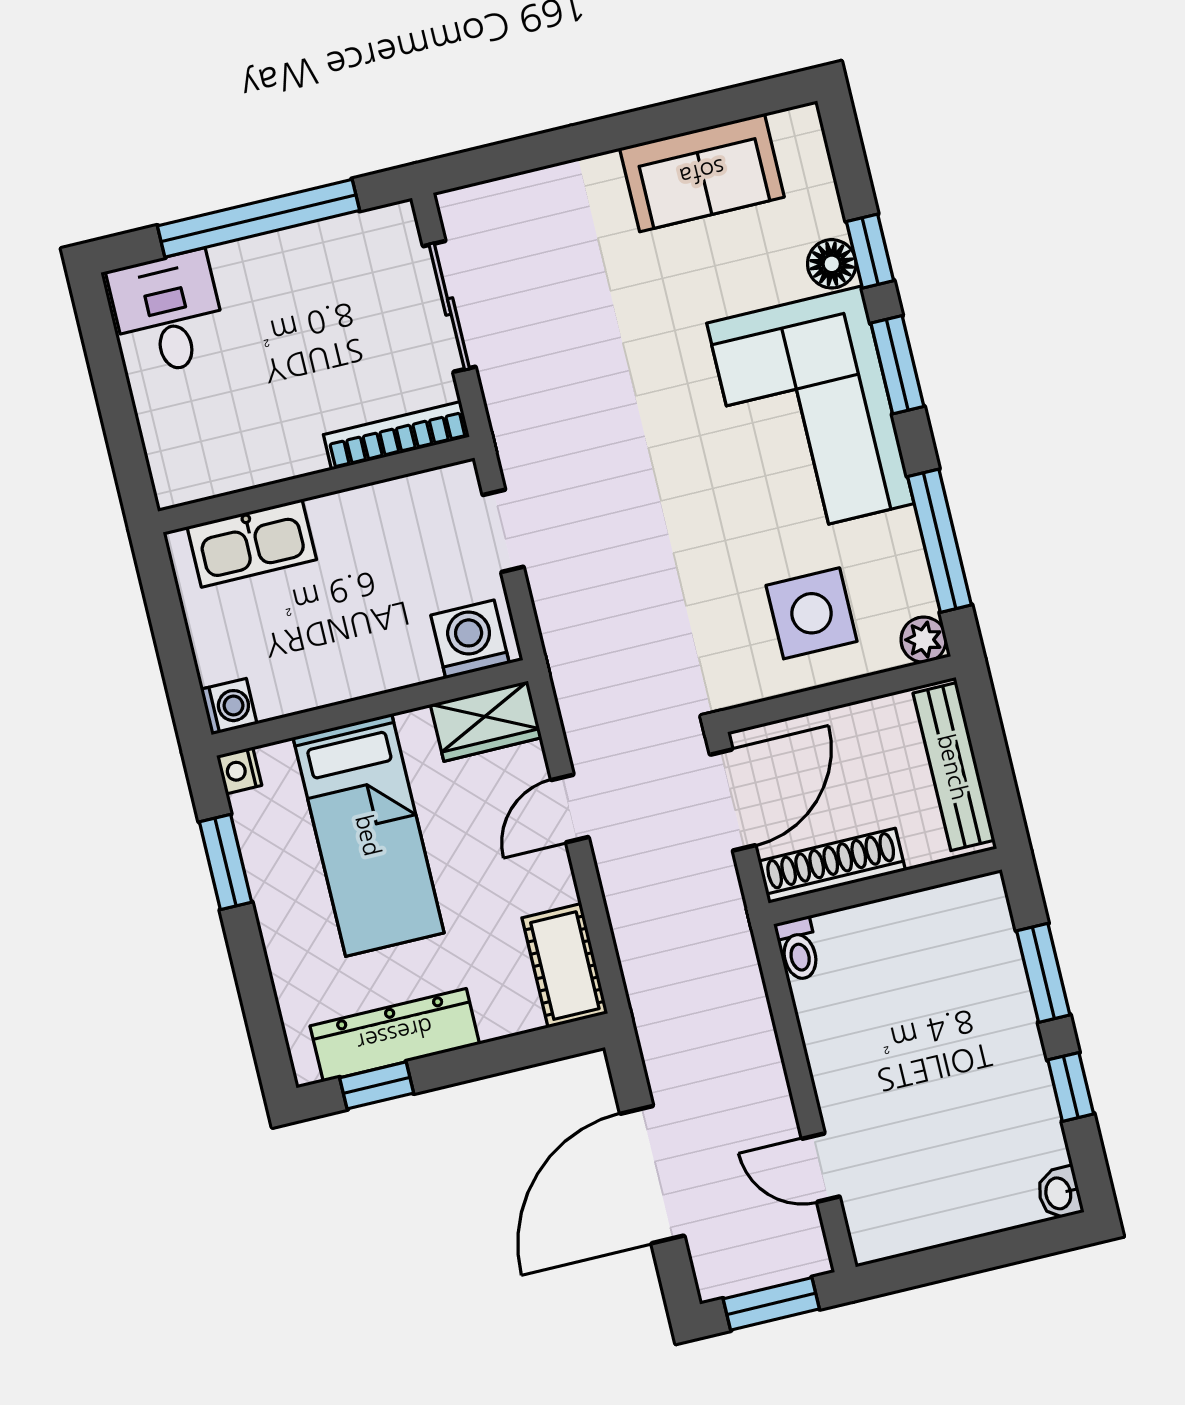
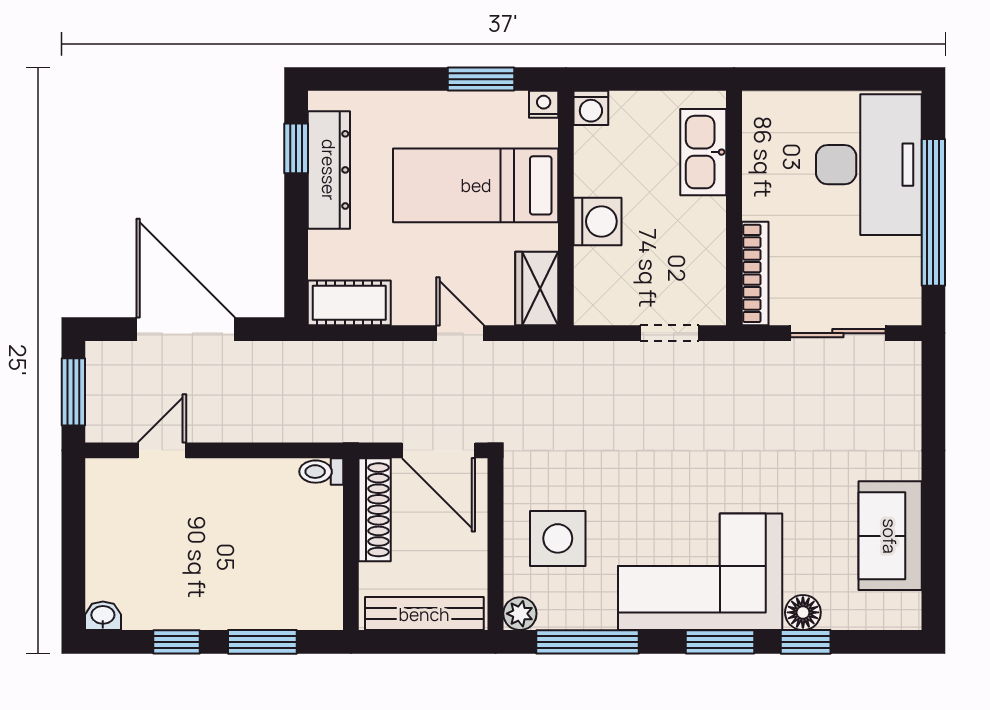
desk: (168, 313) -> (869, 165), width x1.87, depth x1.30
washing machine: (470, 639) -> (598, 221), moved

